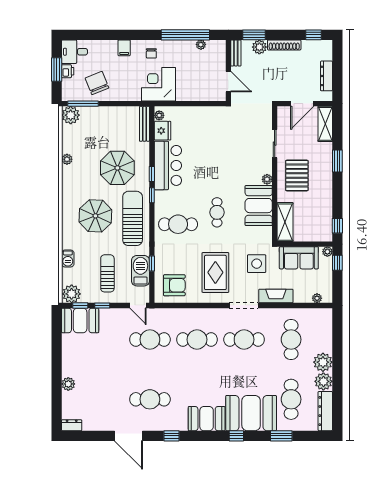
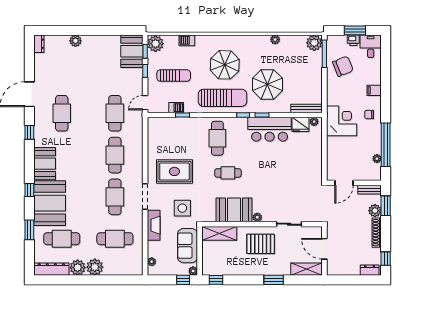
dresser: (326, 76) -> (370, 270), moved, width x0.70
barbecue: (140, 271) -> (176, 108), width x0.53, depth x0.65
armchair: (174, 285) -> (163, 135), removed

